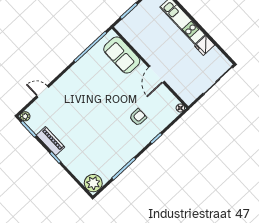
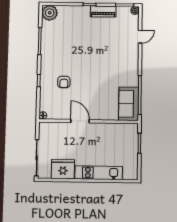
fridge: (205, 45) -> (63, 169), width x1.88, depth x1.34
sofa: (122, 55) -> (129, 104), moved, turned -90

